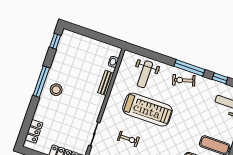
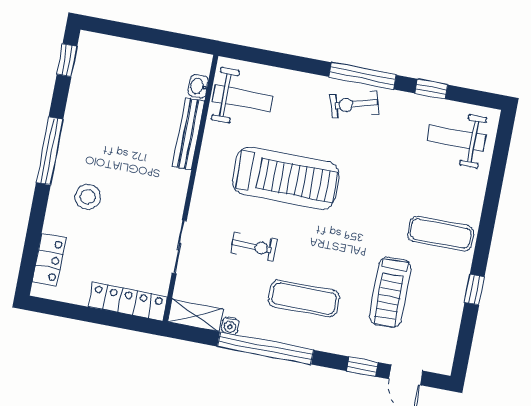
weight bench: (145, 74) -> (243, 98), moved, turned -90
bench: (106, 83) -> (188, 134), width x1.36
stool: (56, 90) -> (88, 197), moved

